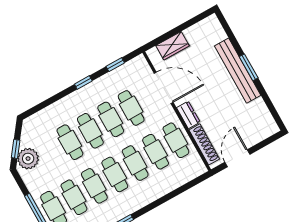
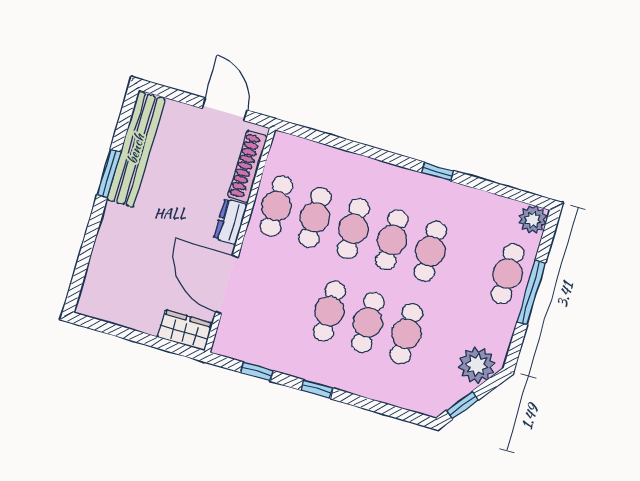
wardrobe: (172, 46) -> (185, 330), moved
window: (249, 67) -> (109, 174), moved
bench: (238, 71) -> (136, 149), moved
cafe table: (131, 108) -> (291, 300), removed
window: (16, 149) -> (462, 405), moved
door: (237, 158) -> (224, 109), swing flipped
cafe table: (74, 197) -> (469, 262), removed

